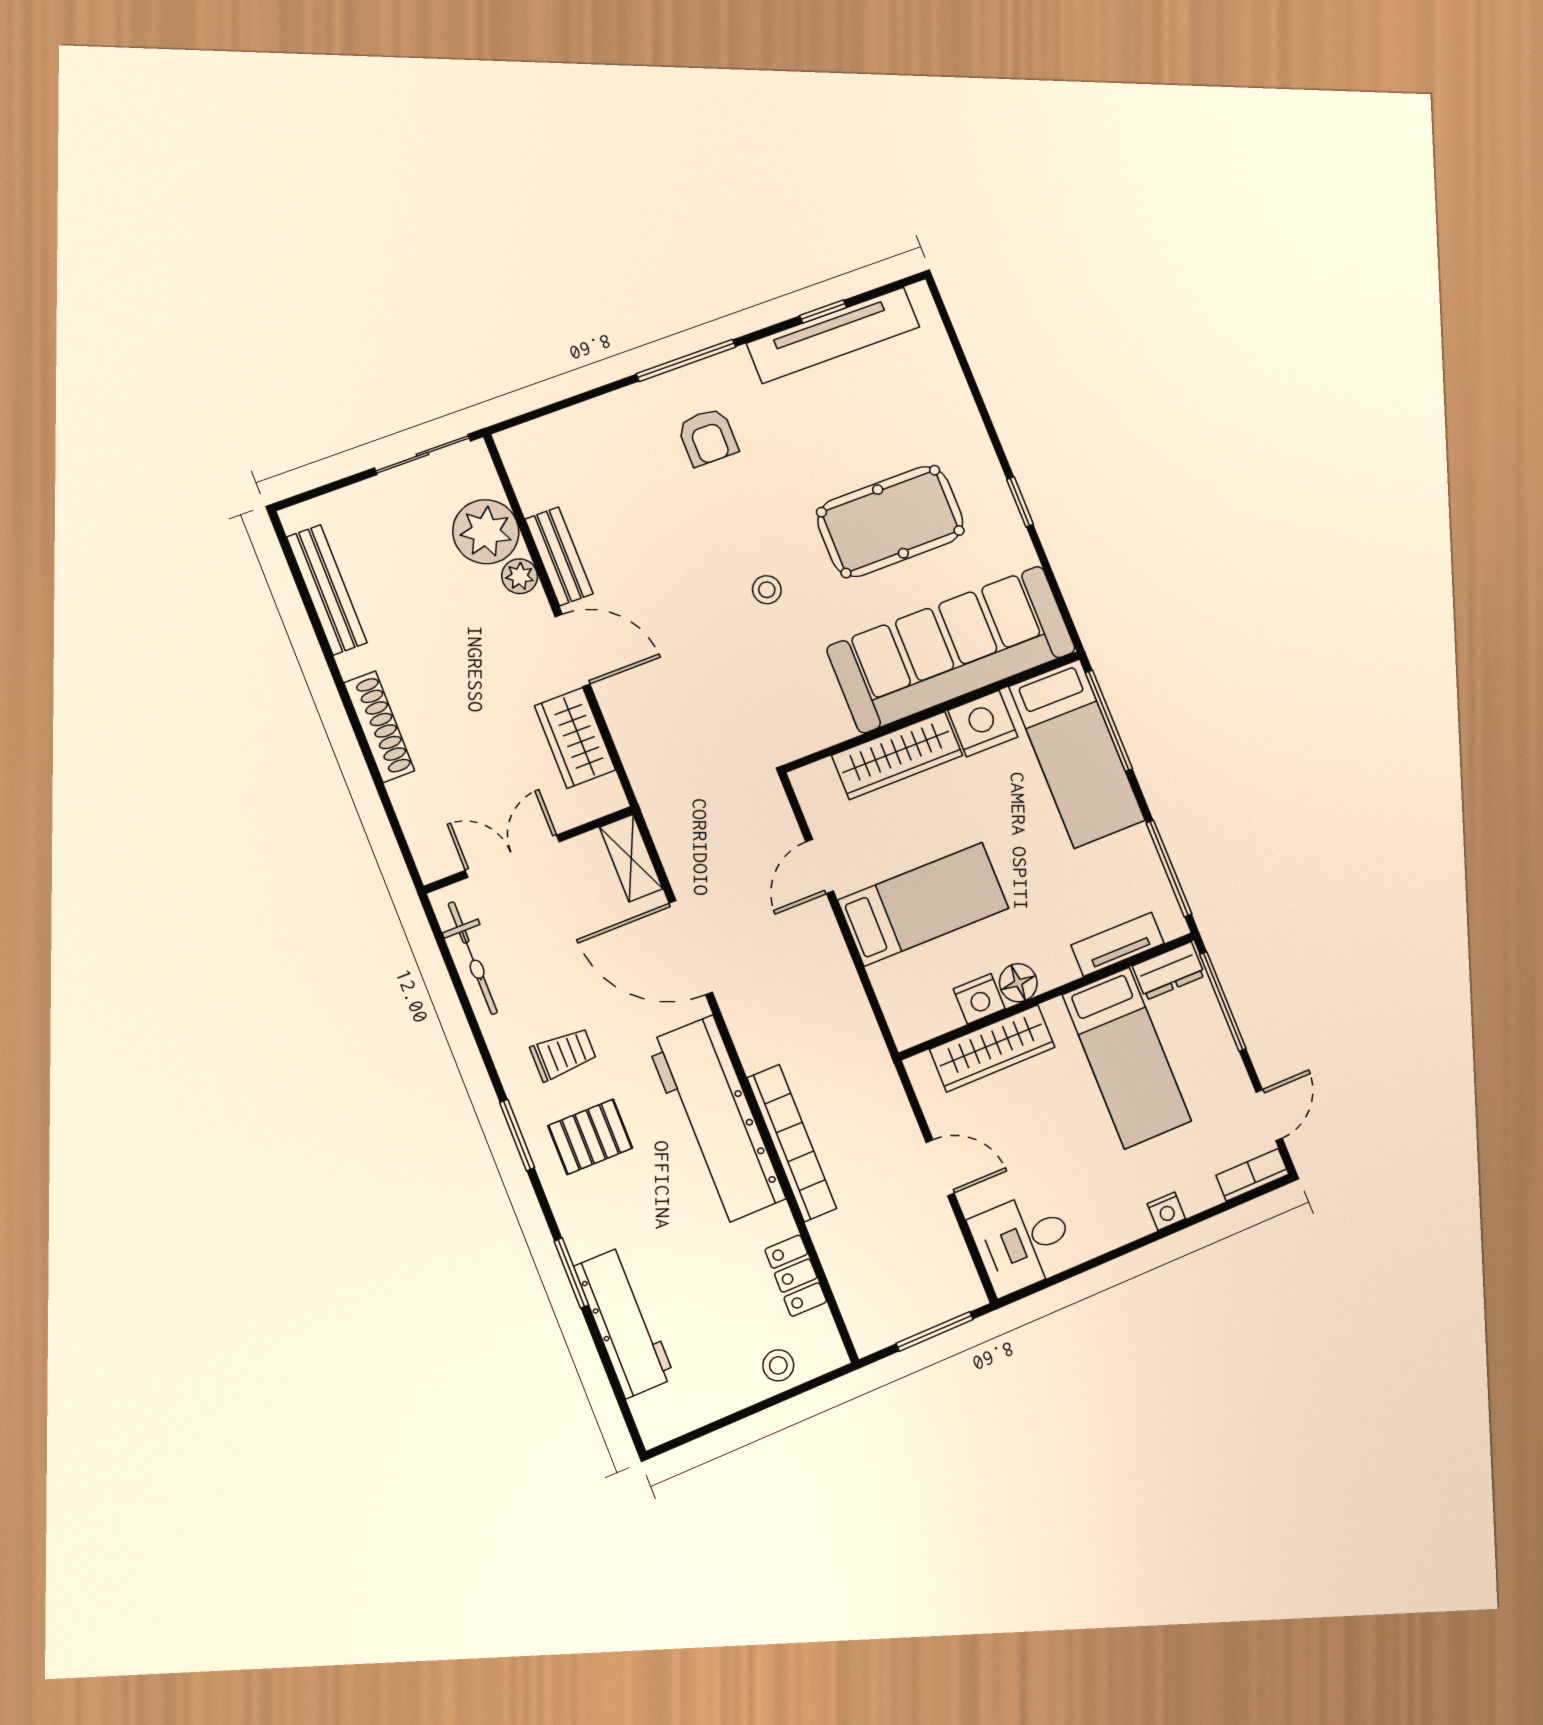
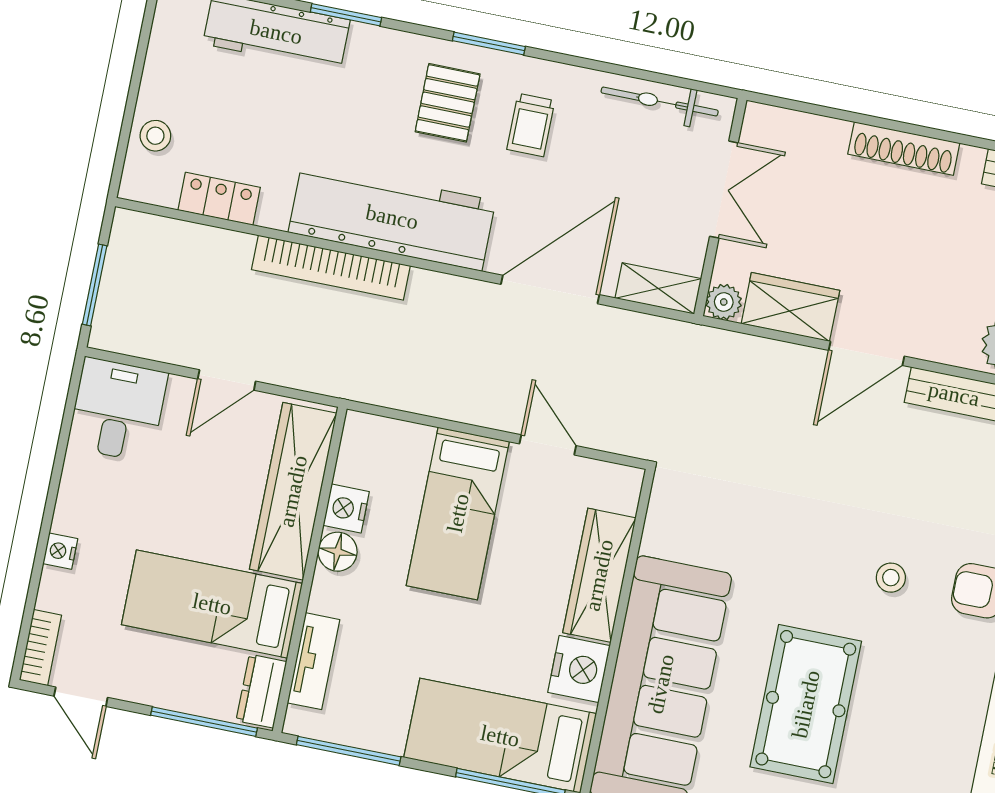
plant: (520, 576) -> (724, 302), moved
stool: (767, 590) -> (891, 578), moved
wardrobe: (992, 1048) -> (293, 491), width x1.40, depth x1.17

